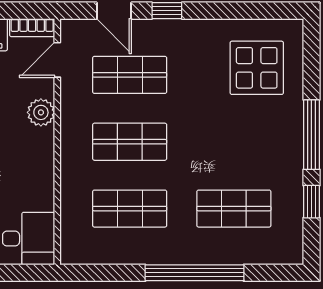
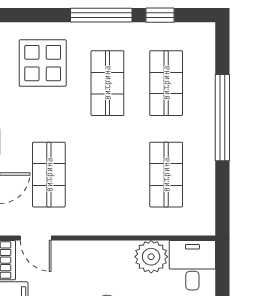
plant: (41, 112) -> (151, 257), moved, width x1.36, depth x1.36
shop shelf: (130, 142) -> (107, 83), moved

